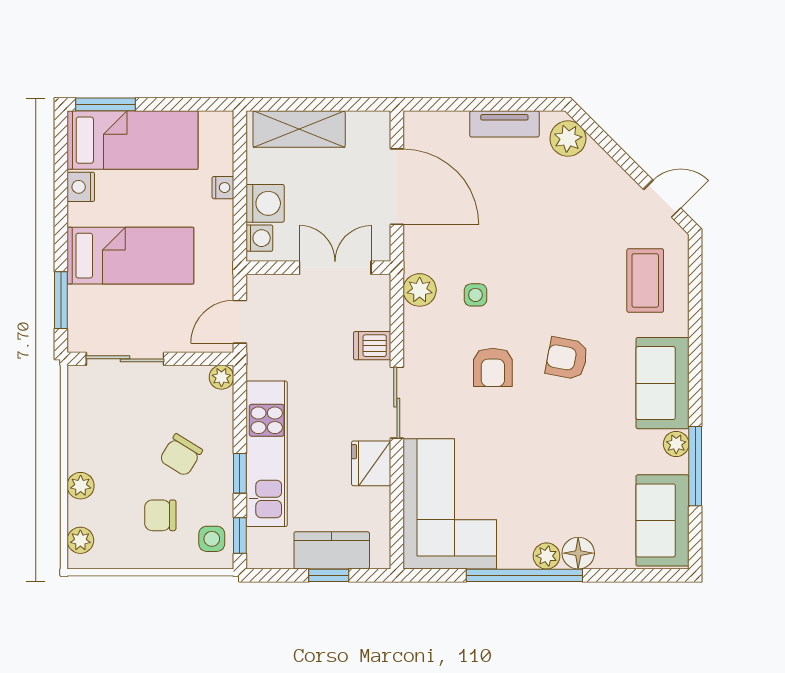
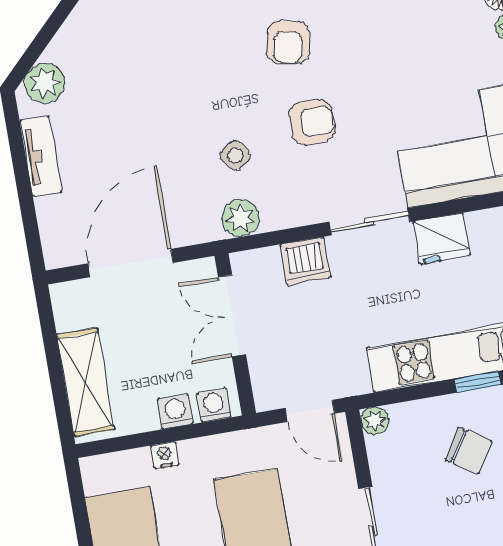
washing machine: (265, 203) -> (175, 411), width x0.73, depth x0.73
side table: (475, 295) -> (235, 155), turned -35
dishwasher: (372, 346) -> (305, 261), width x1.38

